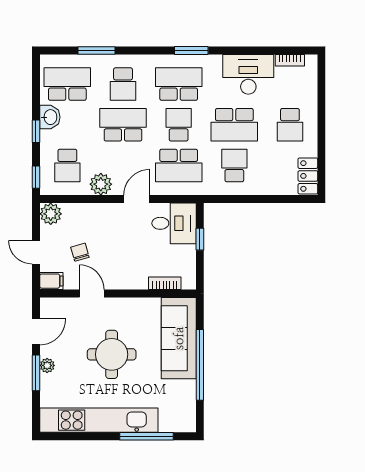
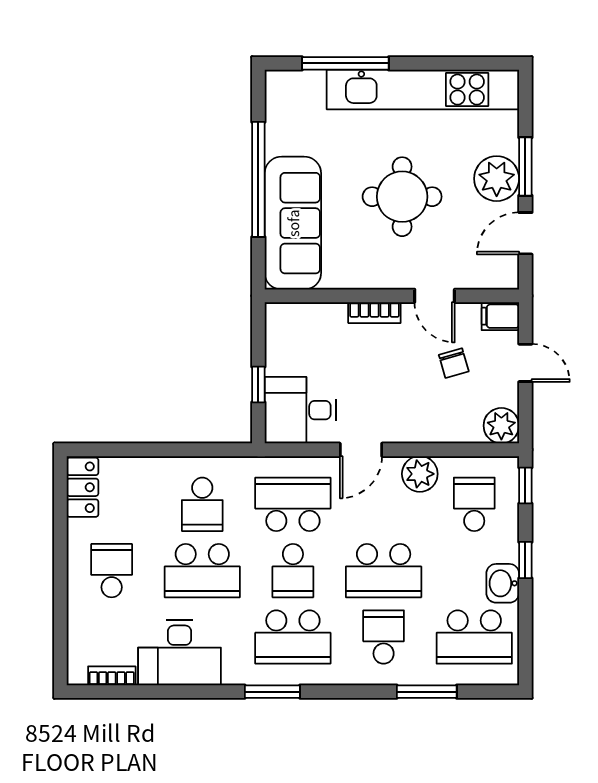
school desk: (234, 125) -> (202, 571), turned 180
bookcase: (165, 283) -> (374, 313), moved
plant: (47, 365) -> (497, 179), width x1.88, depth x1.88

